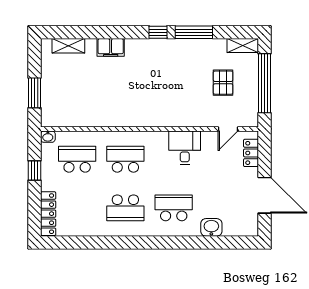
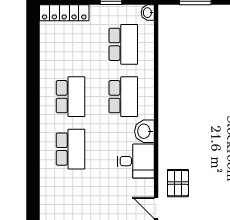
pallet: (223, 83) -> (178, 183), moved, turned 90
school desk: (125, 208) -> (70, 97), turned 180
washbasin: (211, 227) -> (144, 131), moved, turned 180

